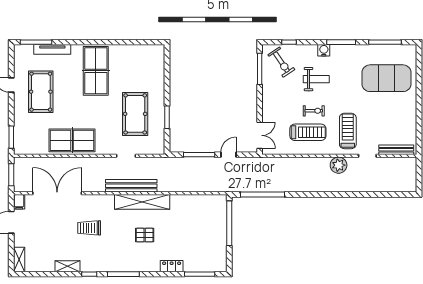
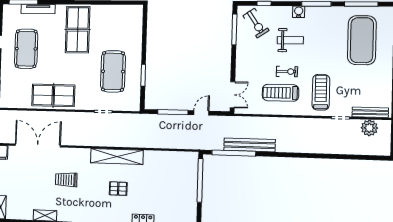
exercise mat: (387, 78) -> (362, 40), turned 90
treadmill: (308, 132) -> (281, 93), turned 180
plant: (339, 165) -> (369, 128), moved
bench: (131, 186) -> (250, 145), moved

